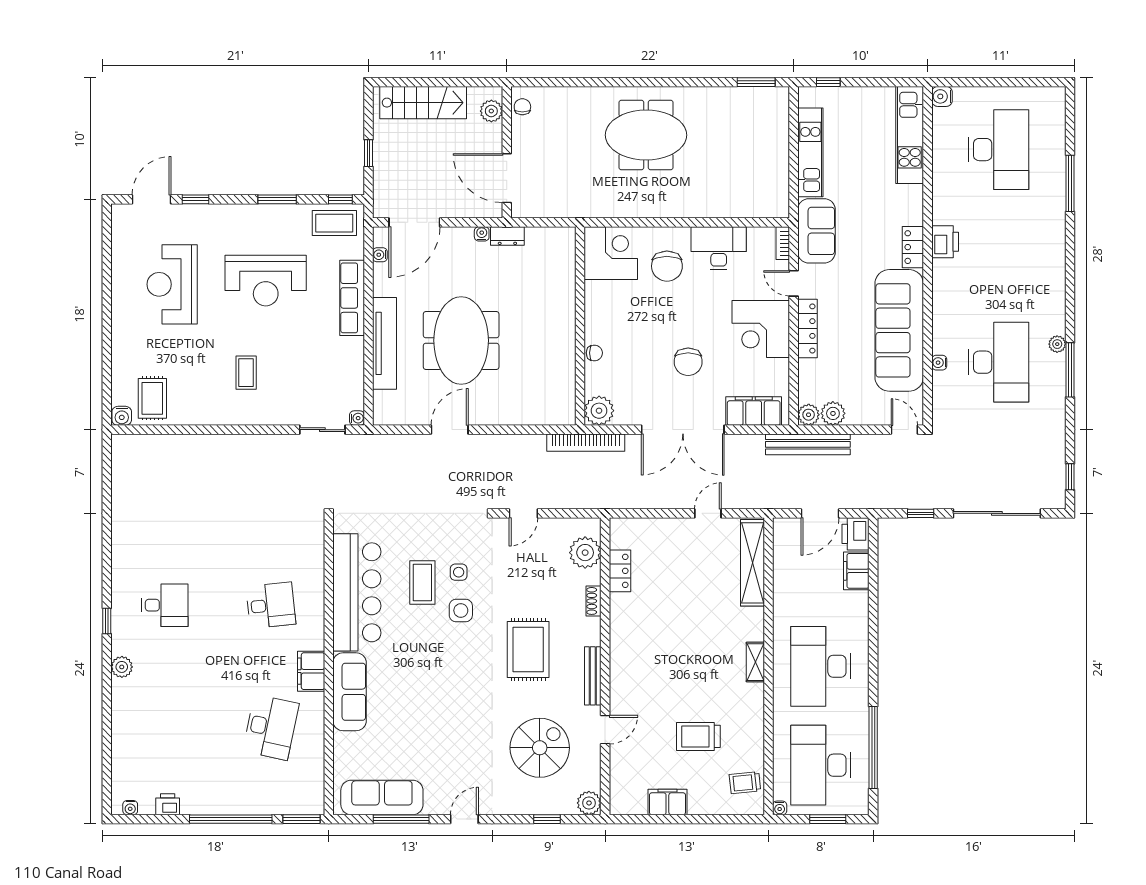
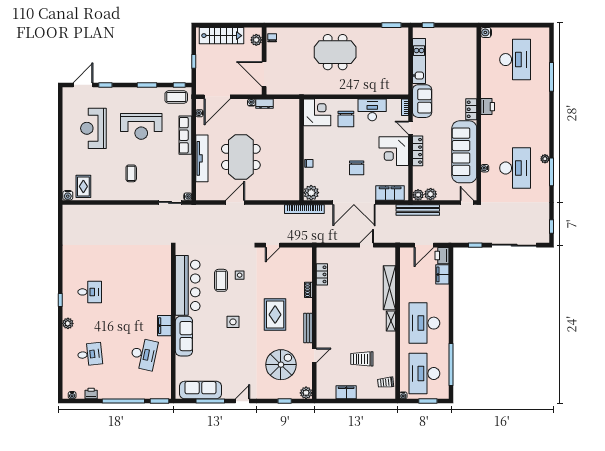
kitchen unit: (910, 135) -> (470, 52), removed
plant: (585, 553) -> (304, 265), removed
shelving: (752, 563) -> (389, 288), moved
desk: (271, 605) -> (90, 354), moved
side table: (461, 610) -> (233, 322), moved

